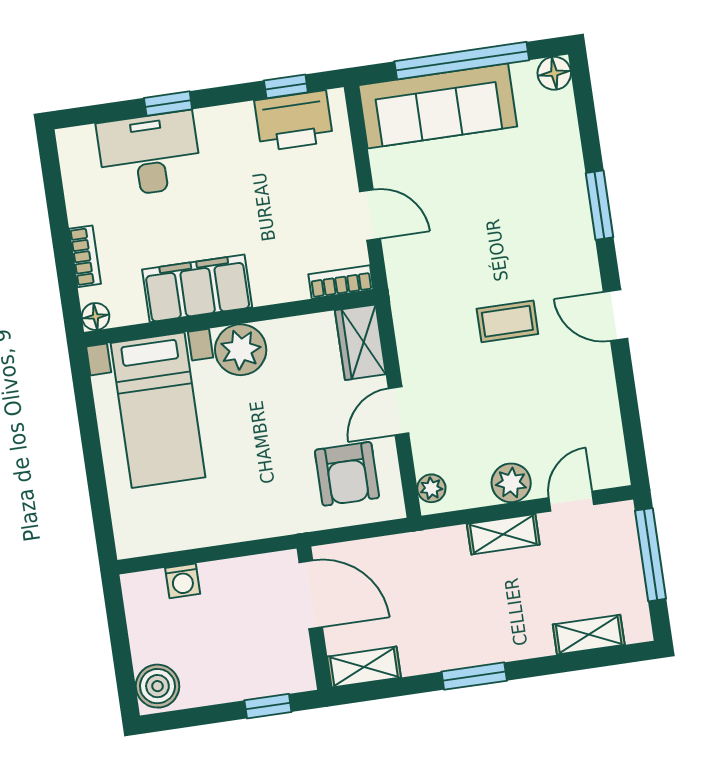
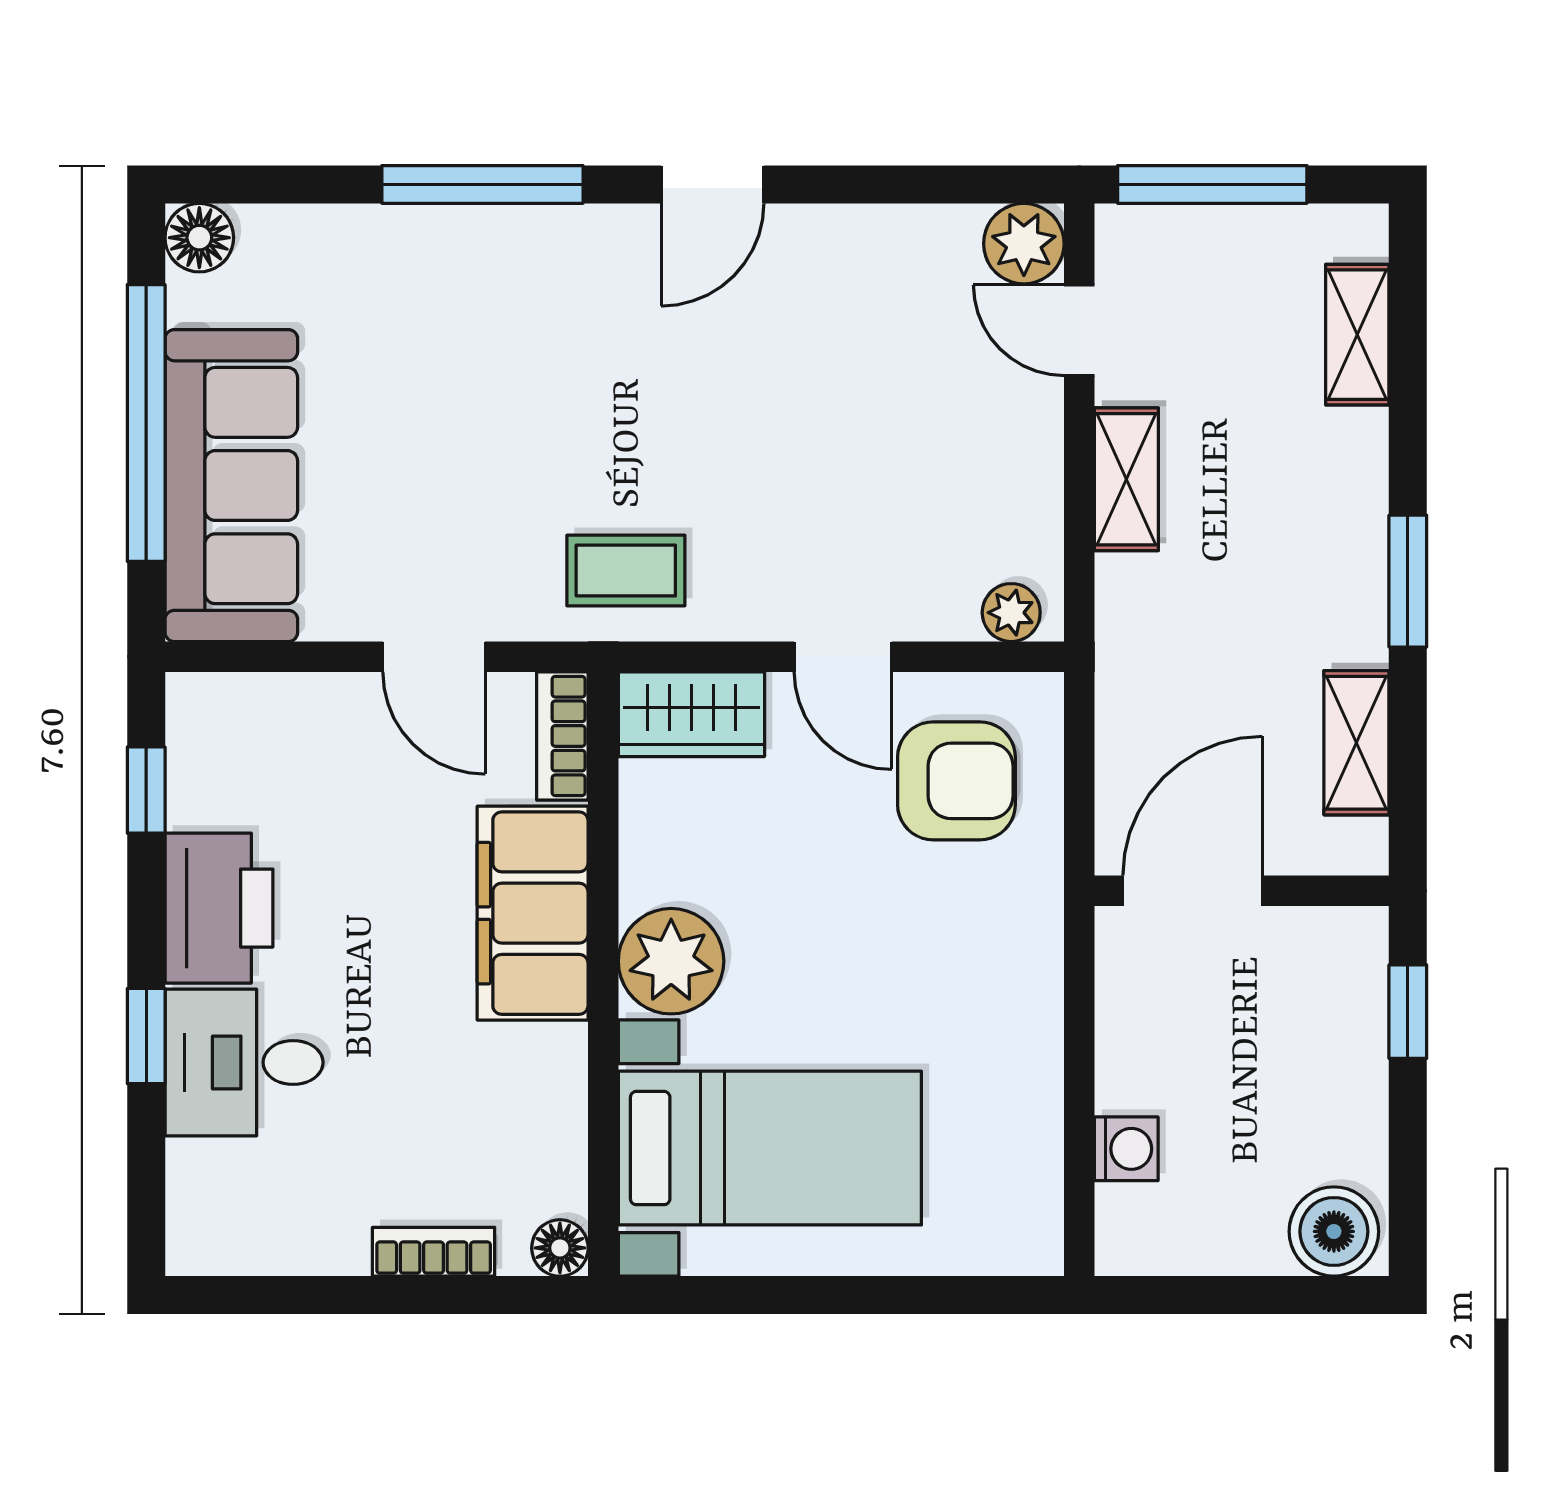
printer: (294, 121) -> (219, 908), moved
desk: (149, 154) -> (244, 1062), width x0.73
window: (599, 205) -> (482, 184), width x1.44
door: (370, 215) -> (434, 657), swing flipped
filing cabinet: (197, 288) -> (533, 913), moved
coffee table: (507, 321) -> (626, 570), moved, turned 90
plant: (511, 483) -> (1024, 244), moved
shelving: (364, 667) -> (1356, 743), moved

